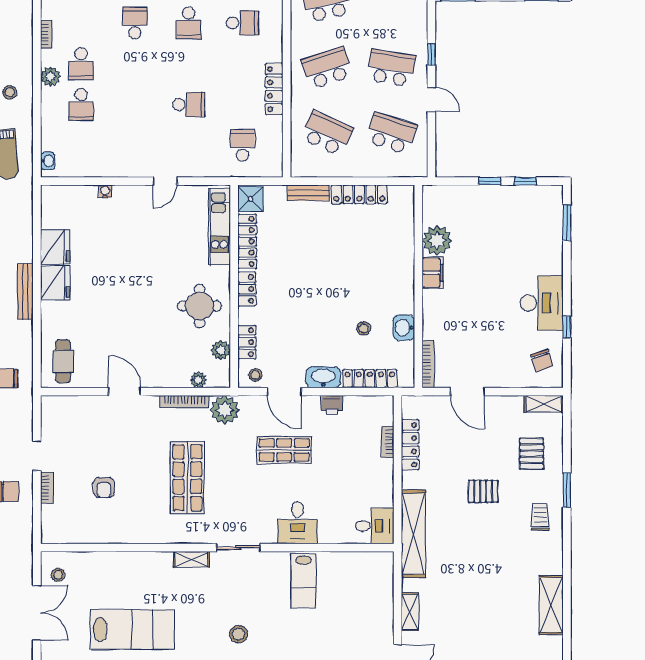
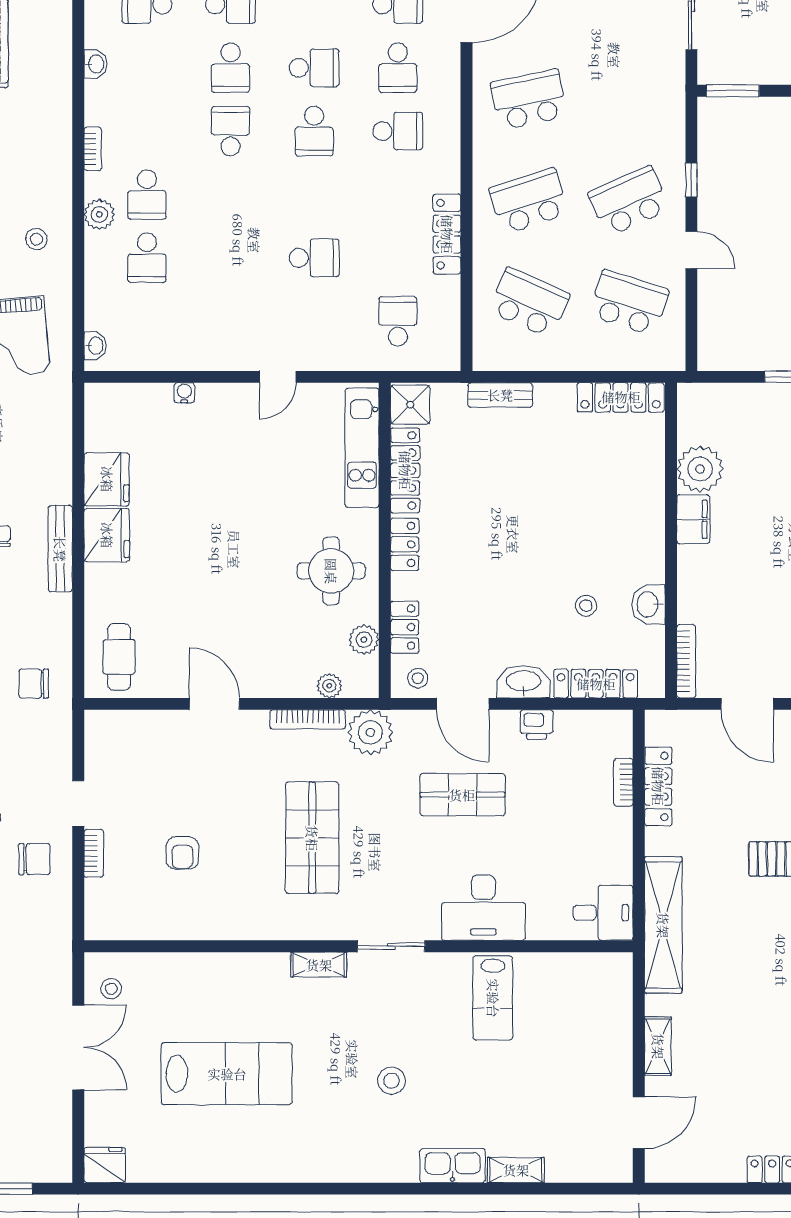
school desk: (391, 68) -> (629, 201), turned -33
locker: (359, 194) -> (621, 397), moved
desk: (298, 523) -> (483, 908), width x1.37

